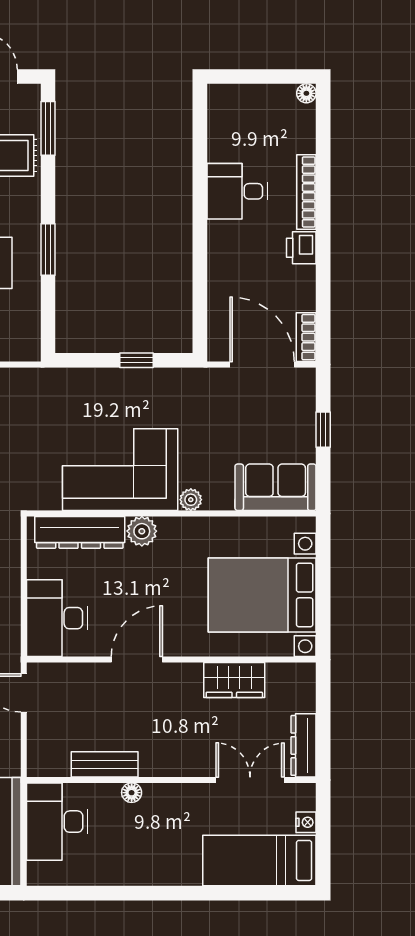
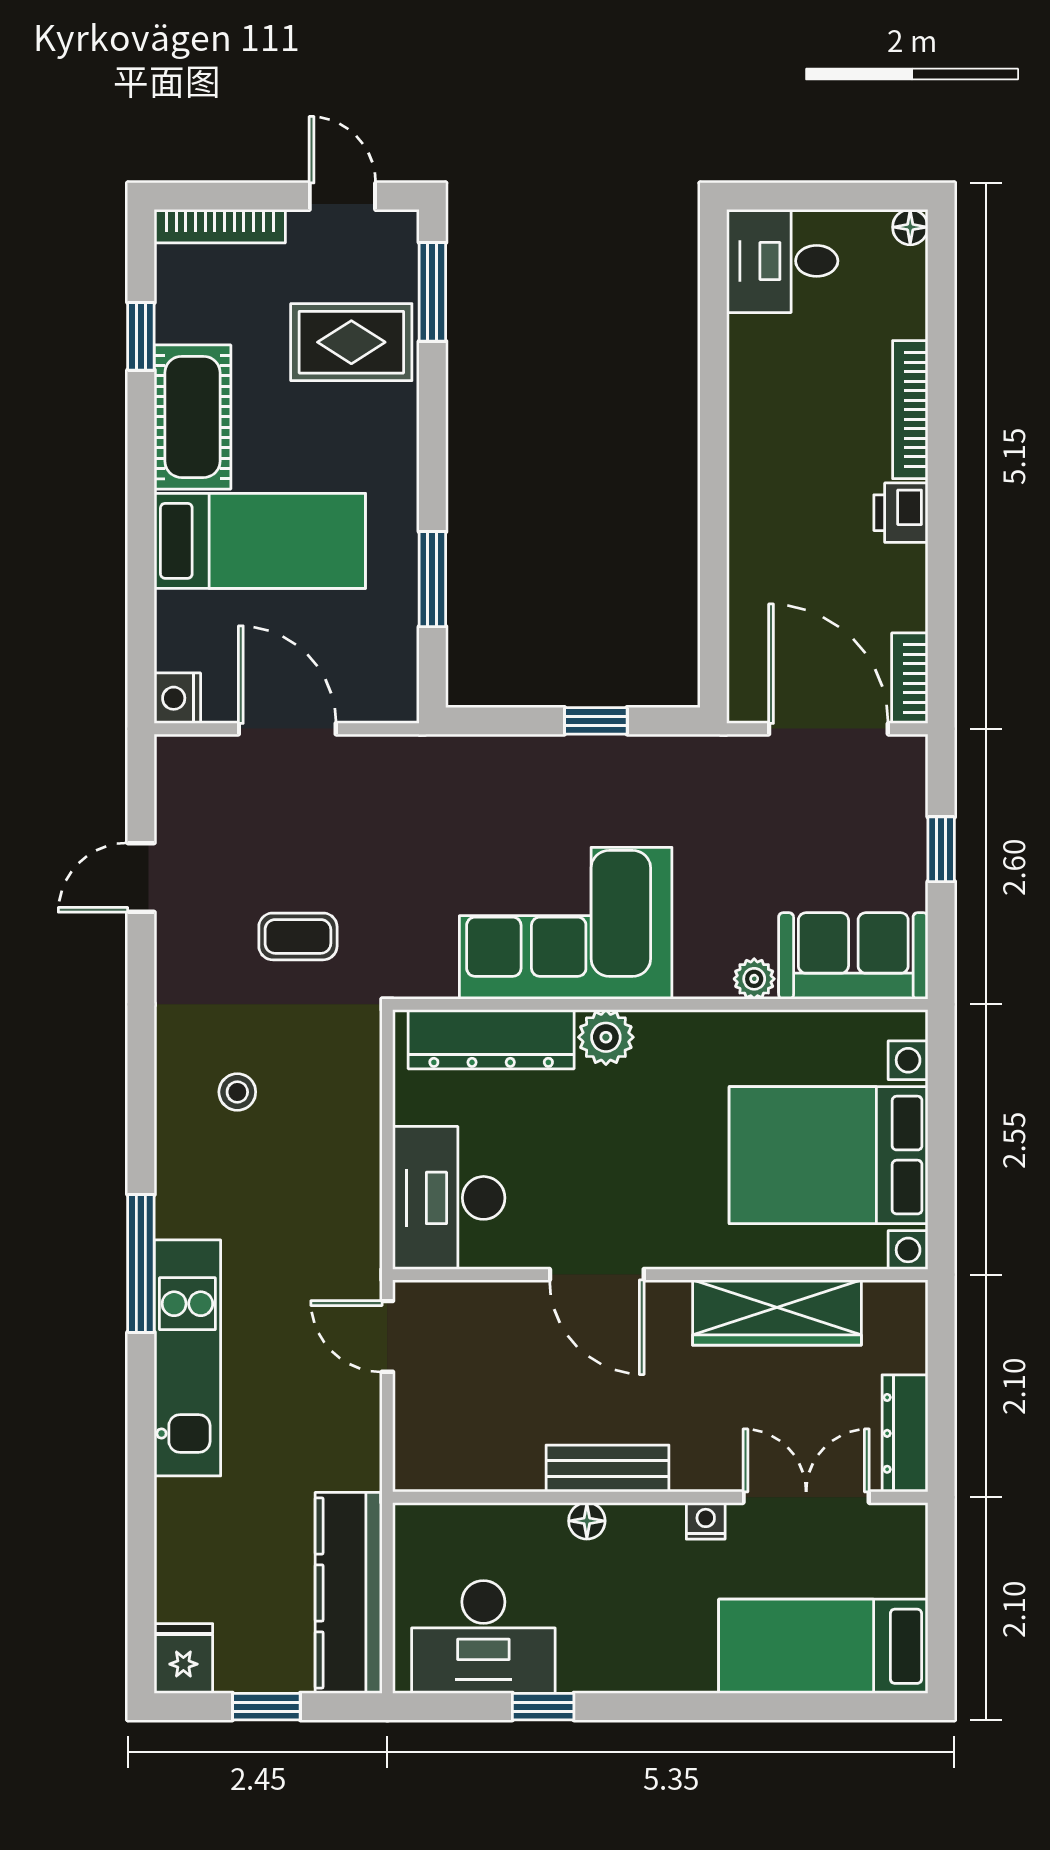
desk: (237, 191) -> (782, 261), moved
window: (48, 249) -> (432, 579), moved
plant: (191, 500) -> (754, 979), moved
door: (137, 660) -> (597, 1275), swing flipped
wardrobe: (234, 680) -> (777, 1313), width x1.50
bench: (105, 764) -> (607, 1469), moved
desk: (57, 822) -> (483, 1637), moved, turned -90
nightstand: (306, 822) -> (706, 1521), moved, turned -90
window: (108, 893) -> (543, 1707), added

